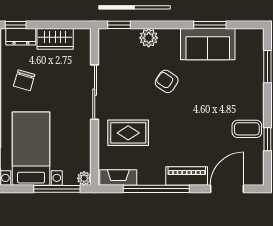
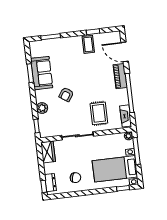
wardrobe: (55, 39) -> (48, 152), moved

